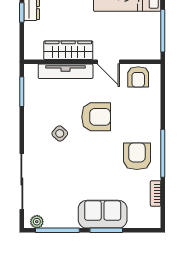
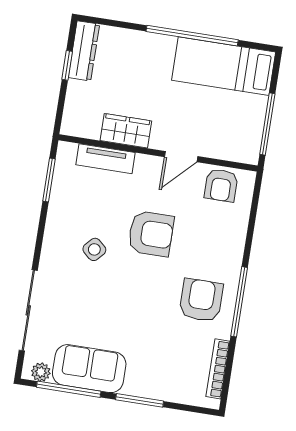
wardrobe: (68, 50) -> (126, 131), width x0.67
door: (108, 62) -> (181, 157), hinge flipped
tv unit: (66, 71) -> (106, 159), width x0.71
bookcase: (156, 193) -> (218, 369), width x1.56
sofa: (103, 214) -> (89, 369), moved

